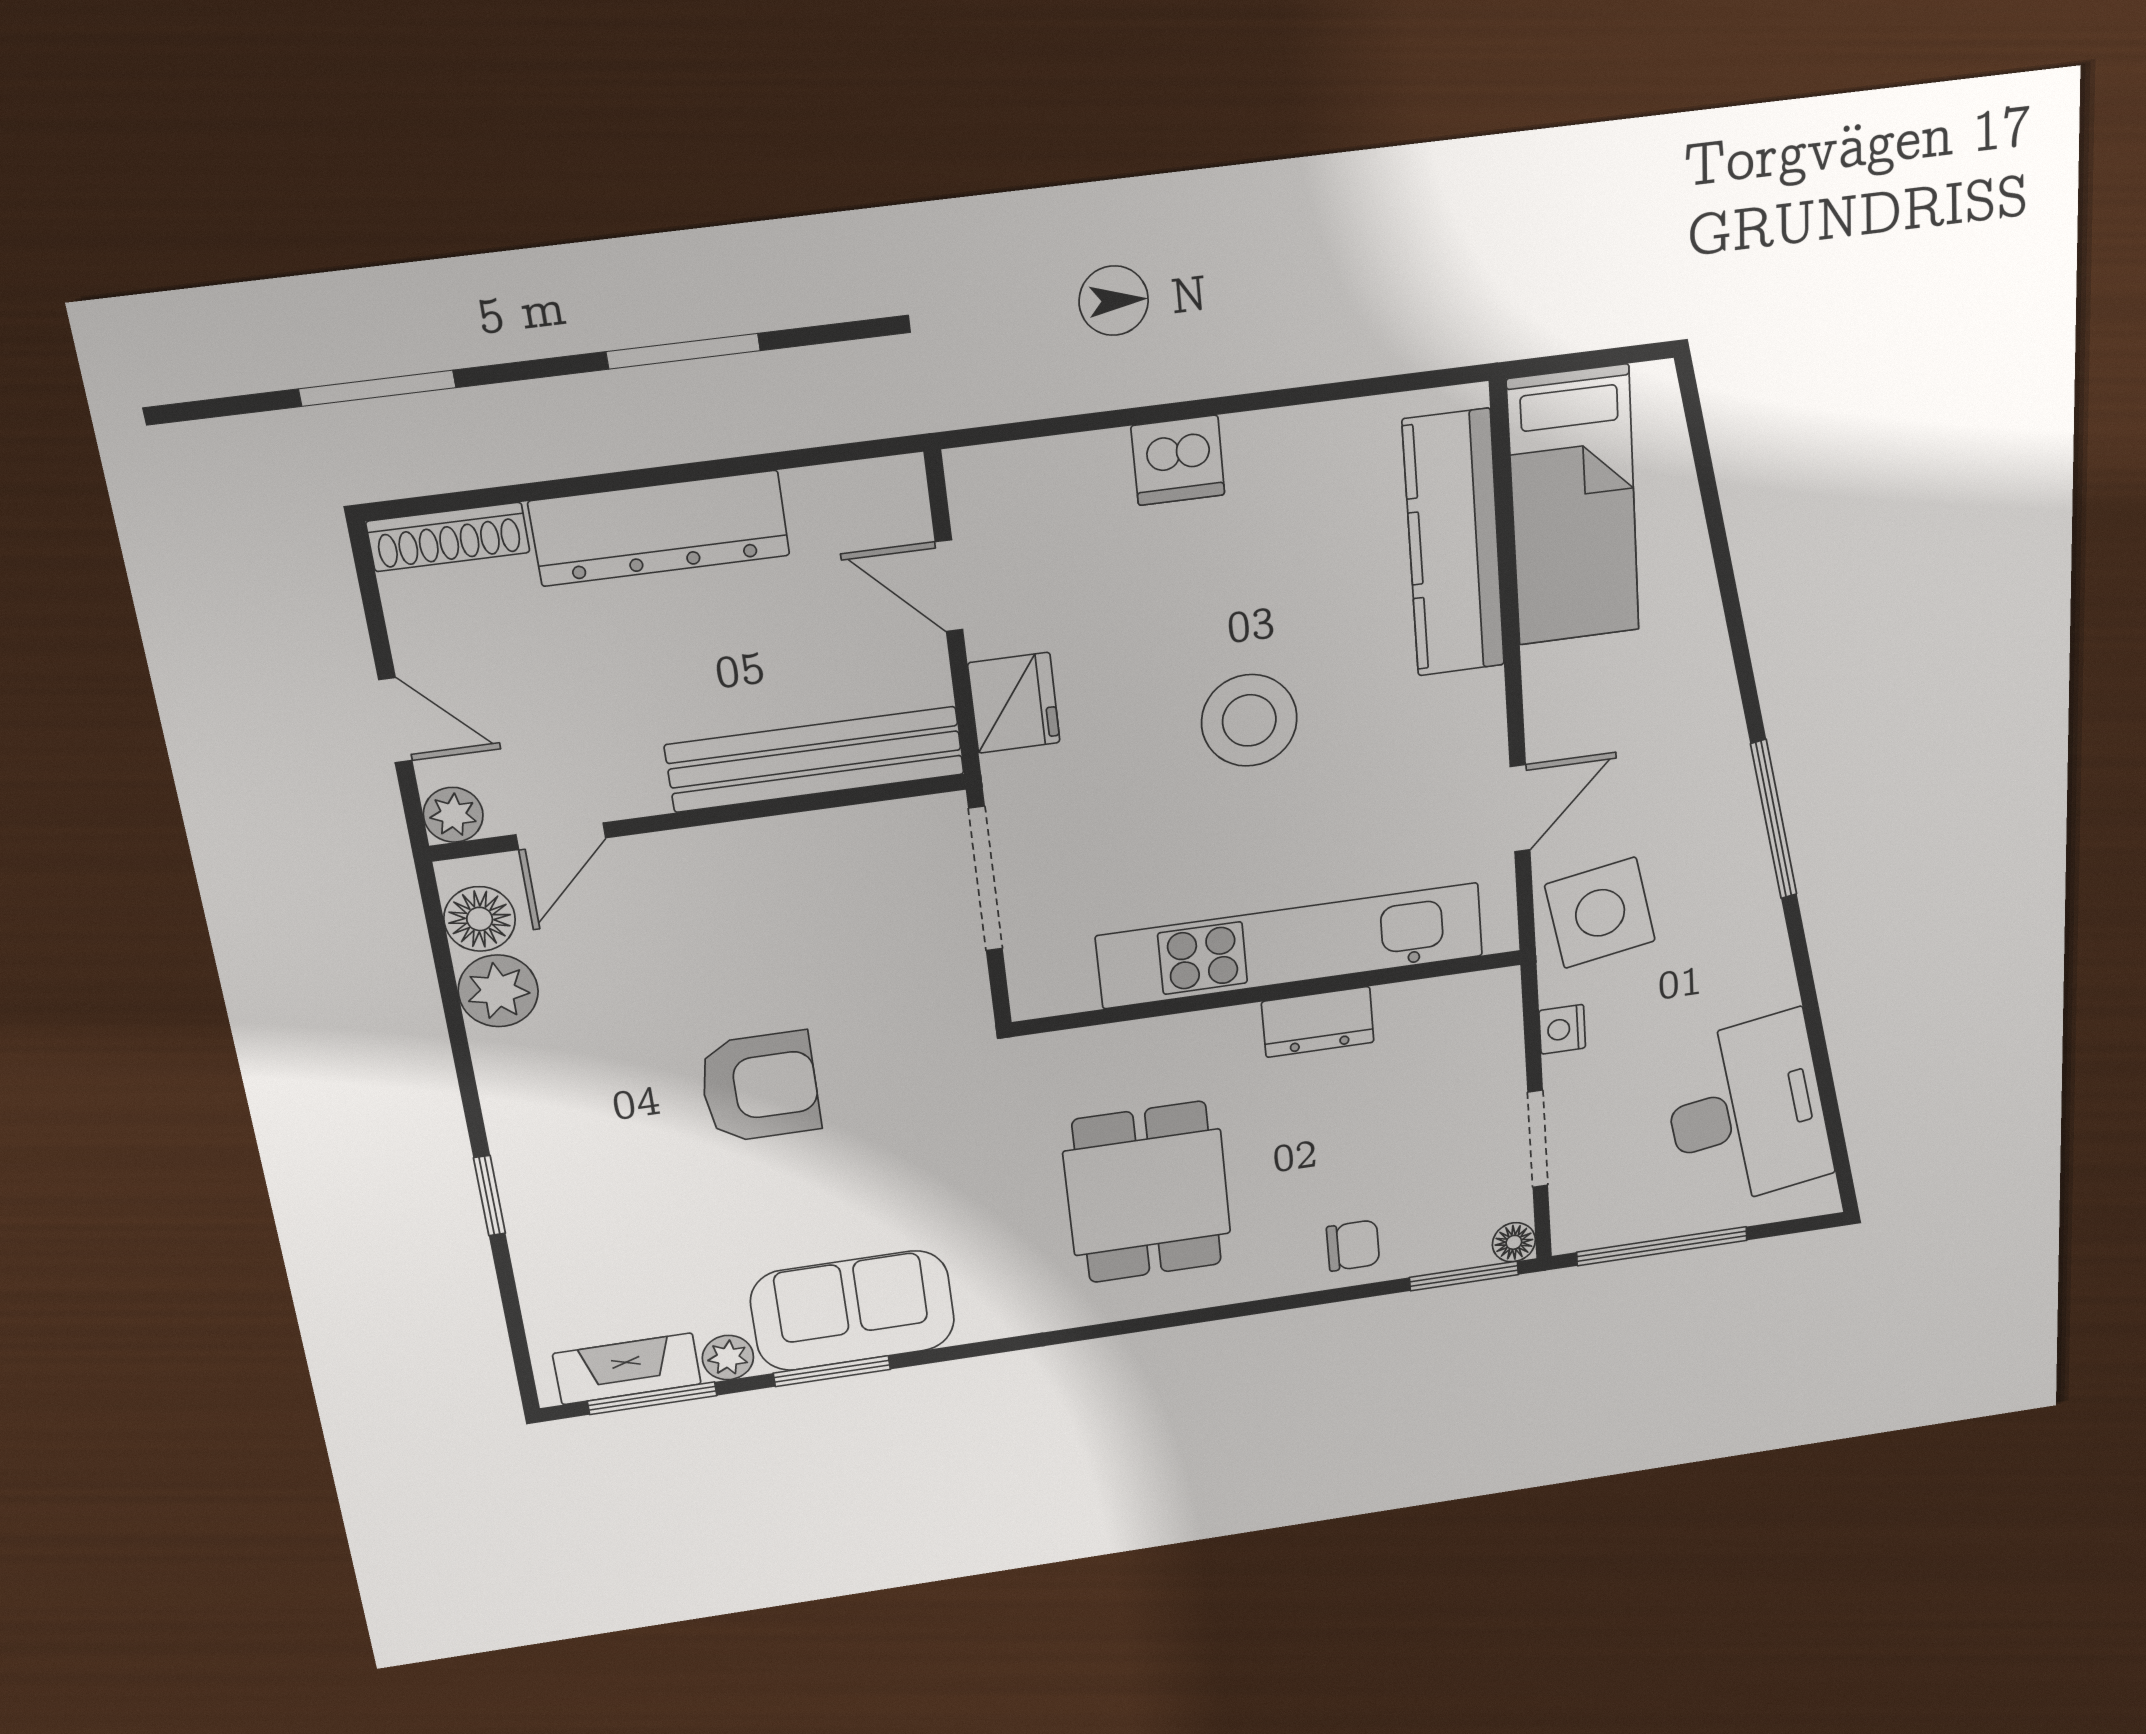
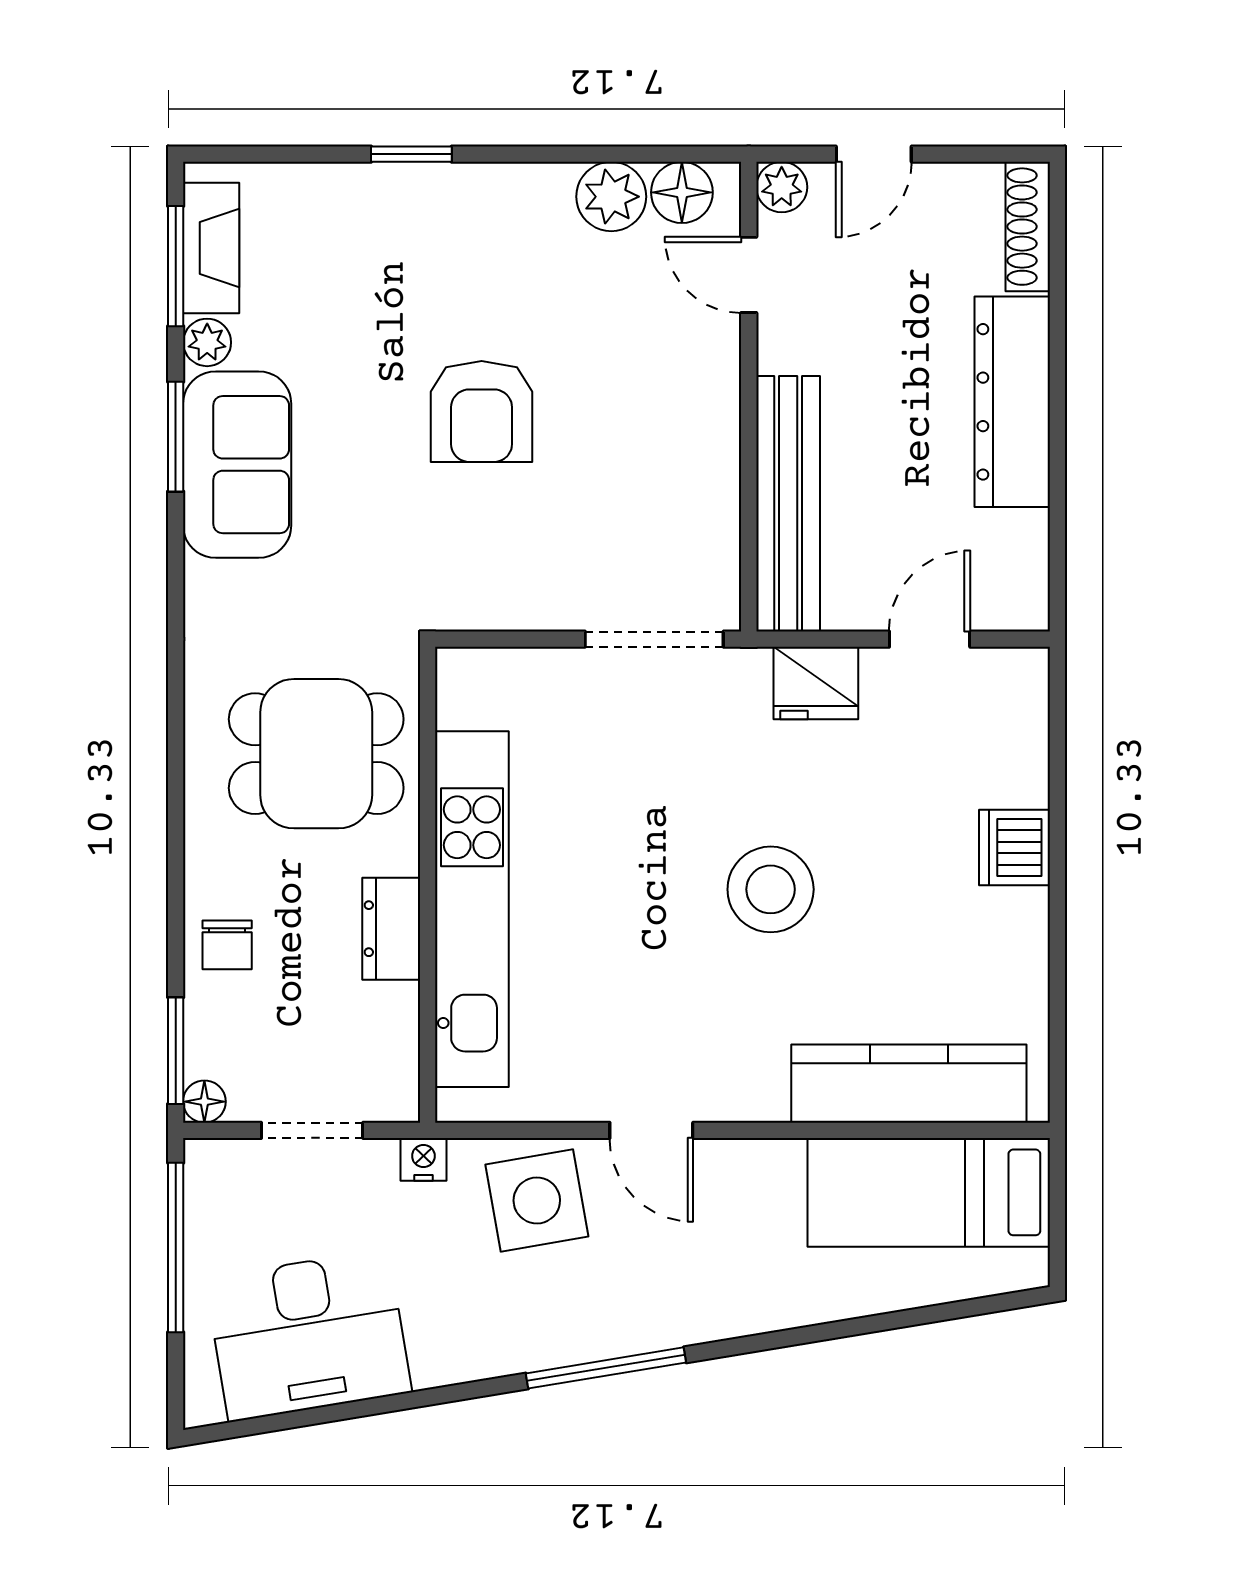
kitchen unit: (1290, 946) -> (472, 909), moved
wall: (1268, 993) -> (428, 885), moved
dresser: (1318, 1022) -> (391, 929), moved

